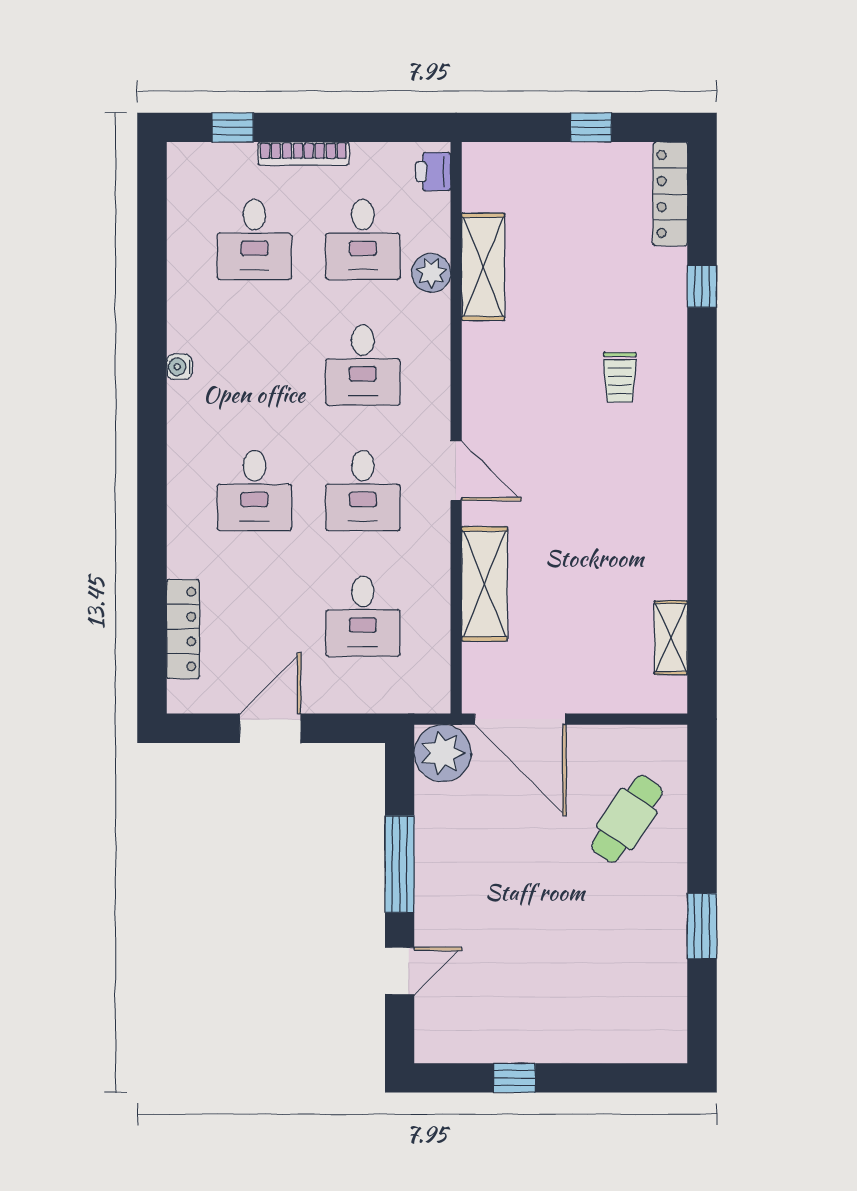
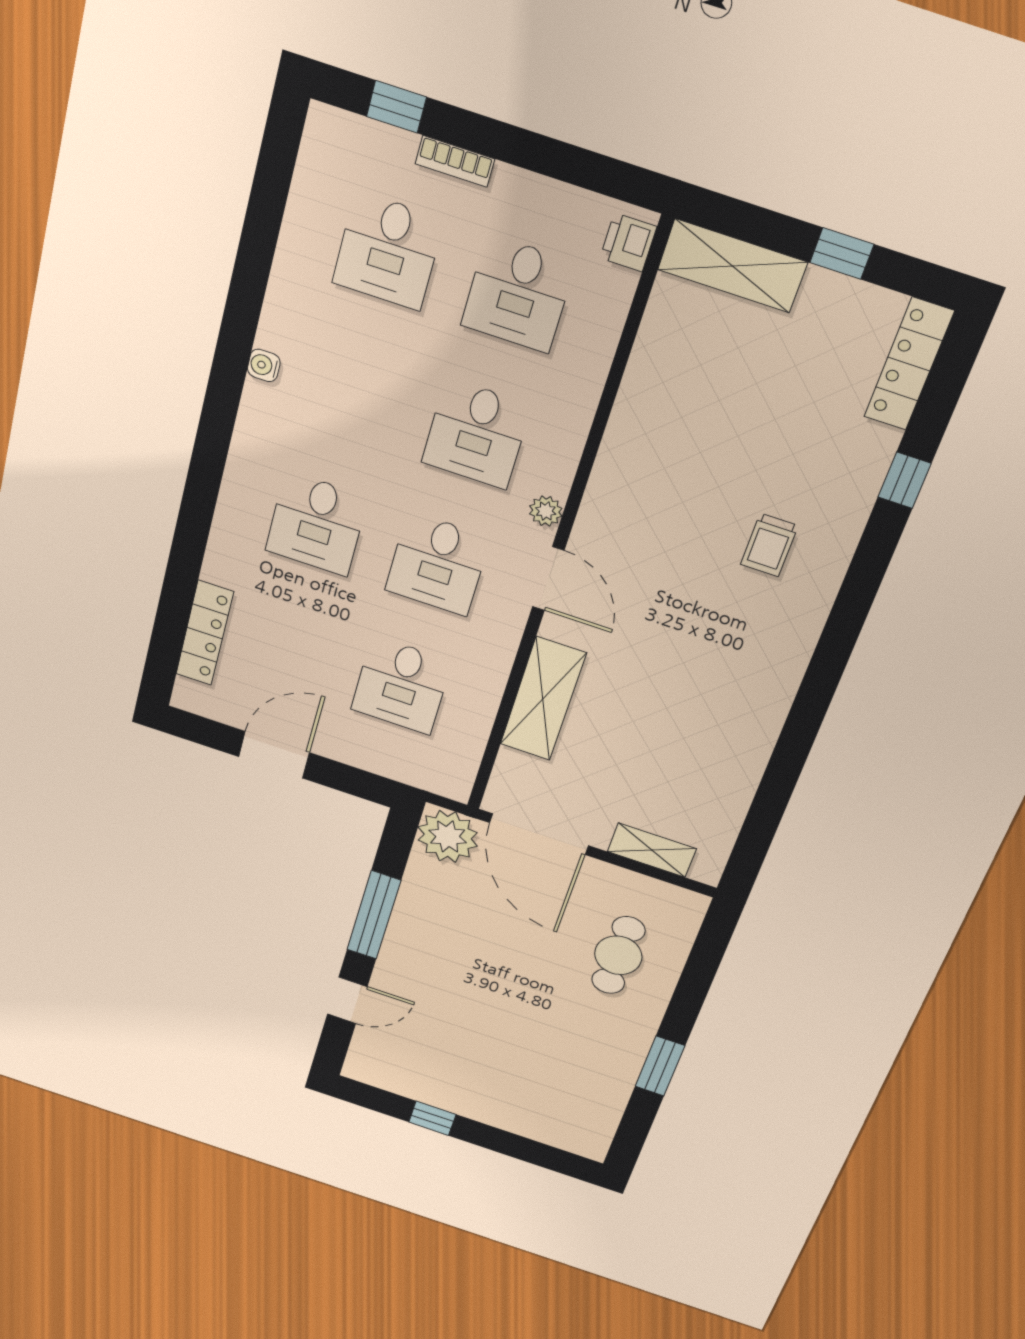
bookcase: (303, 154) -> (455, 161), width x0.64
shelving: (483, 267) -> (732, 266), moved, turned 90
plant: (431, 273) -> (546, 511), moved, width x0.73, depth x0.73
shelving: (671, 638) -> (652, 850), moved, turned 90
cafe table: (627, 819) -> (618, 955), turned -34

